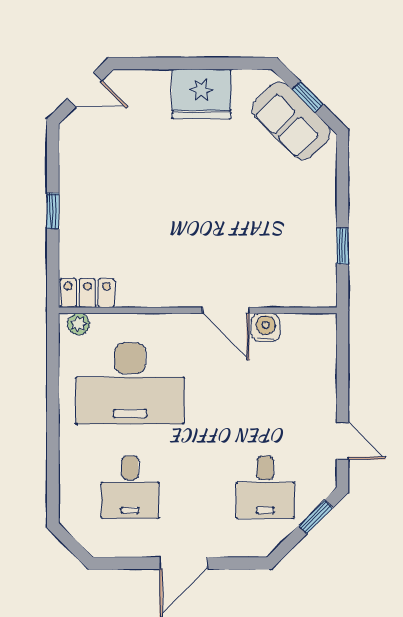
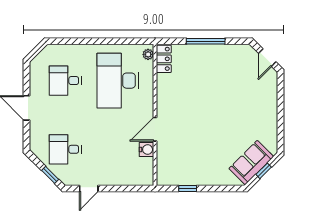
fridge: (202, 94) -> (265, 117), removed
window: (53, 211) -> (206, 41), width x2.17

